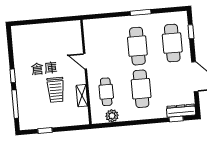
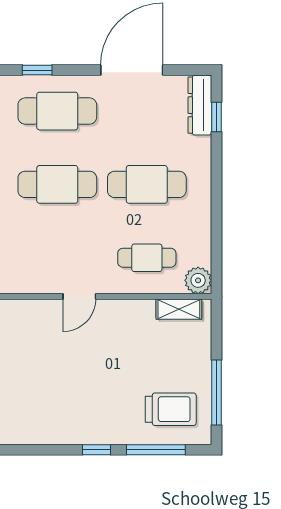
trolley: (56, 90) -> (171, 409), moved
shelving: (82, 96) -> (179, 309), moved
plant: (112, 116) -> (198, 280), moved
window: (45, 131) -> (216, 392), width x2.17

